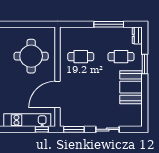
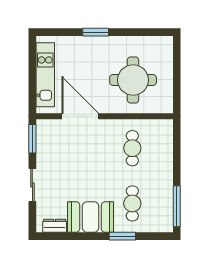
window: (109, 24) -> (177, 206), moved
dresser: (137, 36) -> (55, 226), moved
window: (42, 129) -> (32, 95), removed

